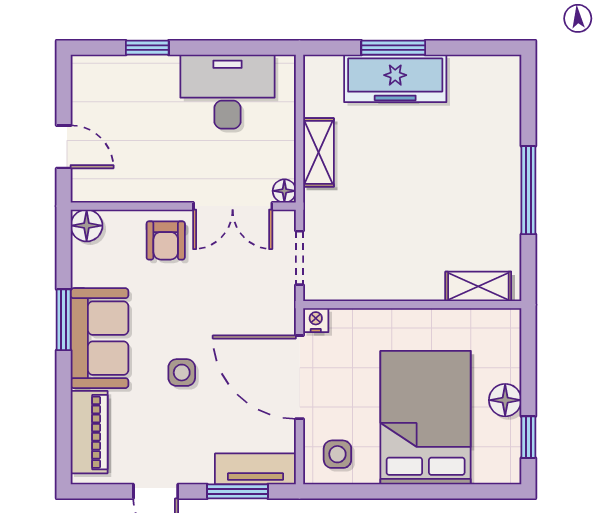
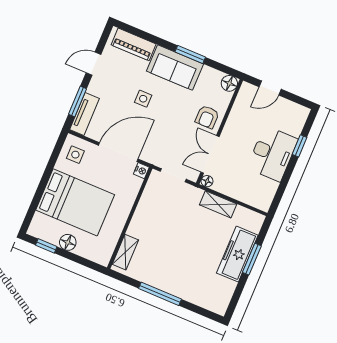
desk: (227, 92) -> (272, 154), moved
armchair: (166, 240) -> (207, 117), turned -90

